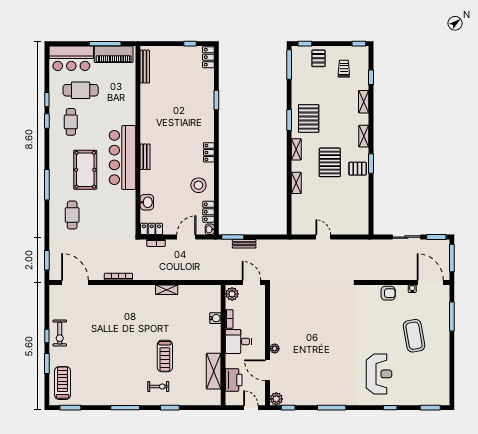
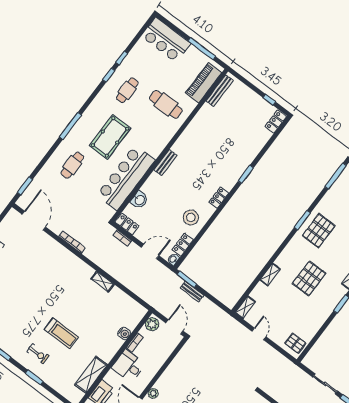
piano: (114, 54) -> (204, 83), moved, turned 90
cafe table: (81, 90) -> (166, 104), moved
window: (216, 100) -> (246, 174), moved
shelving: (296, 149) -> (245, 307), moved
bar counter: (122, 158) -> (126, 178), moved
pallet: (358, 169) -> (295, 343), moved
treadmill: (165, 356) -> (61, 333), turned -90

